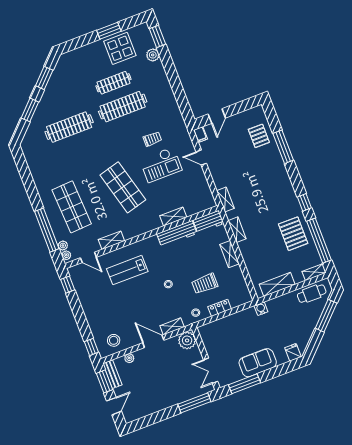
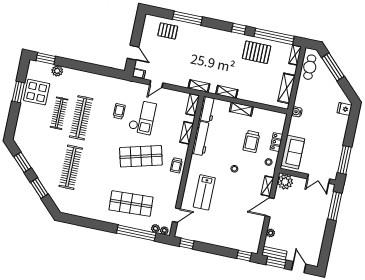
trolley: (136, 227) -> (176, 165), added
shelving: (111, 240) -> (193, 105), moved
stool: (114, 340) -> (250, 236), removed
sofa: (258, 363) -> (293, 152), moved, turned 180

